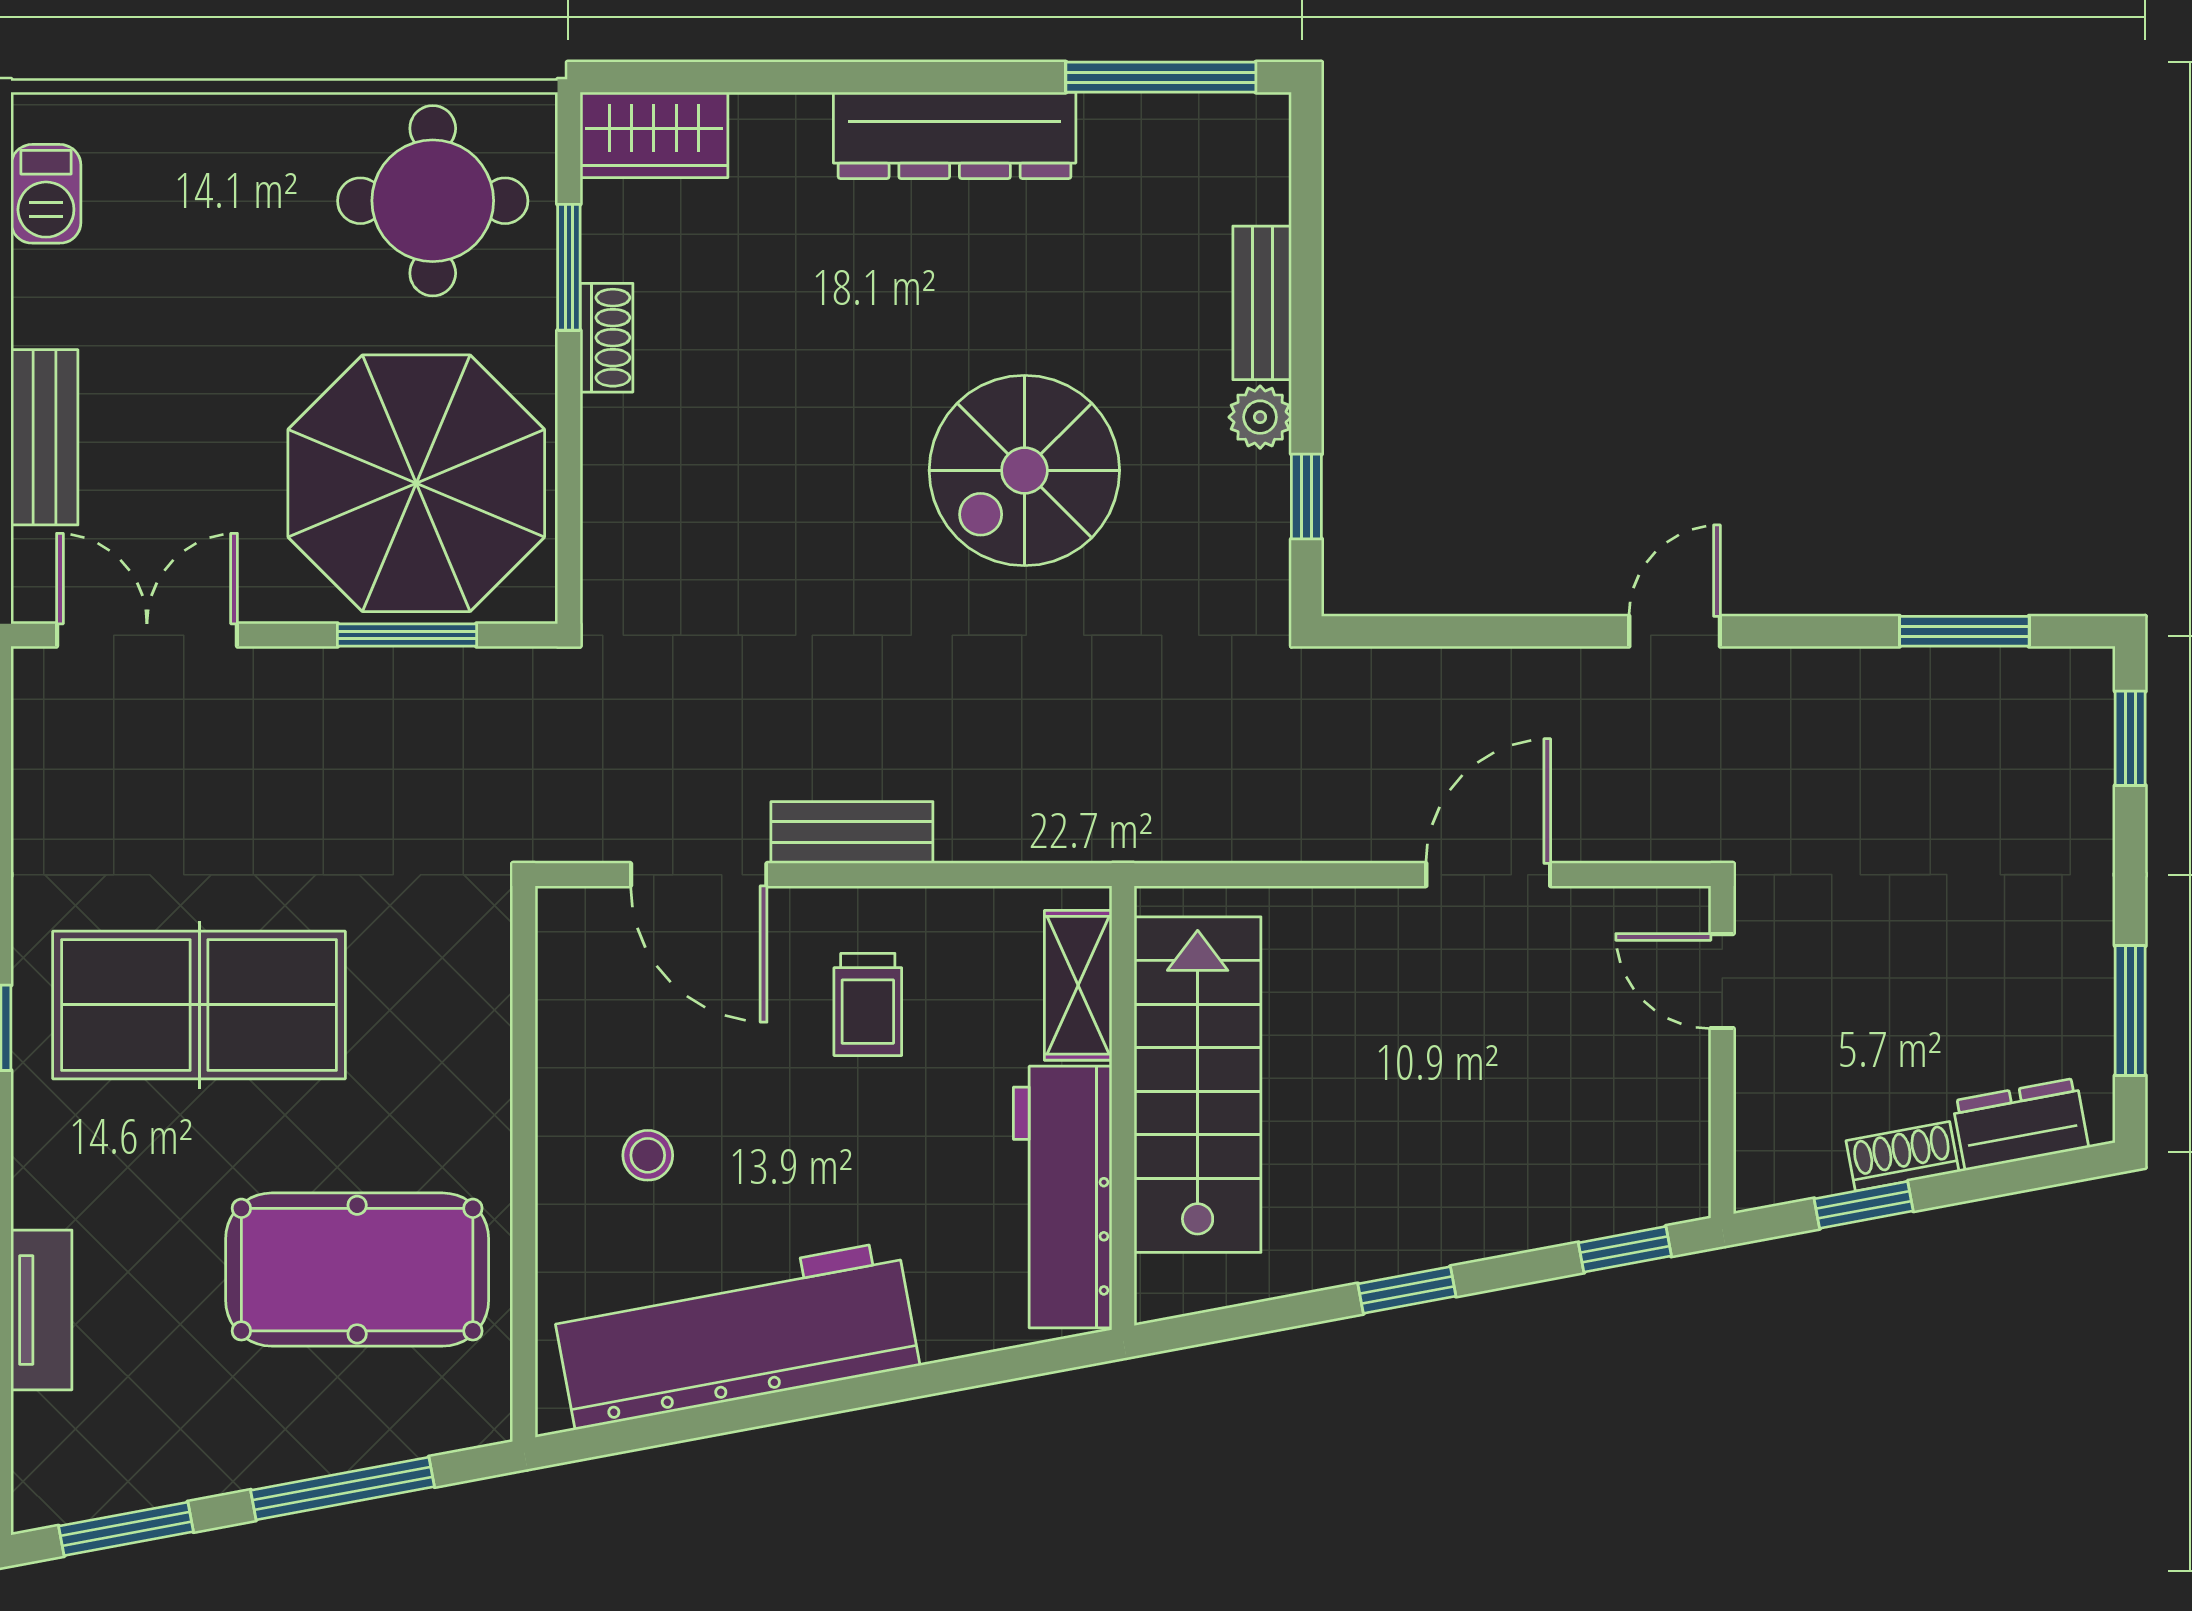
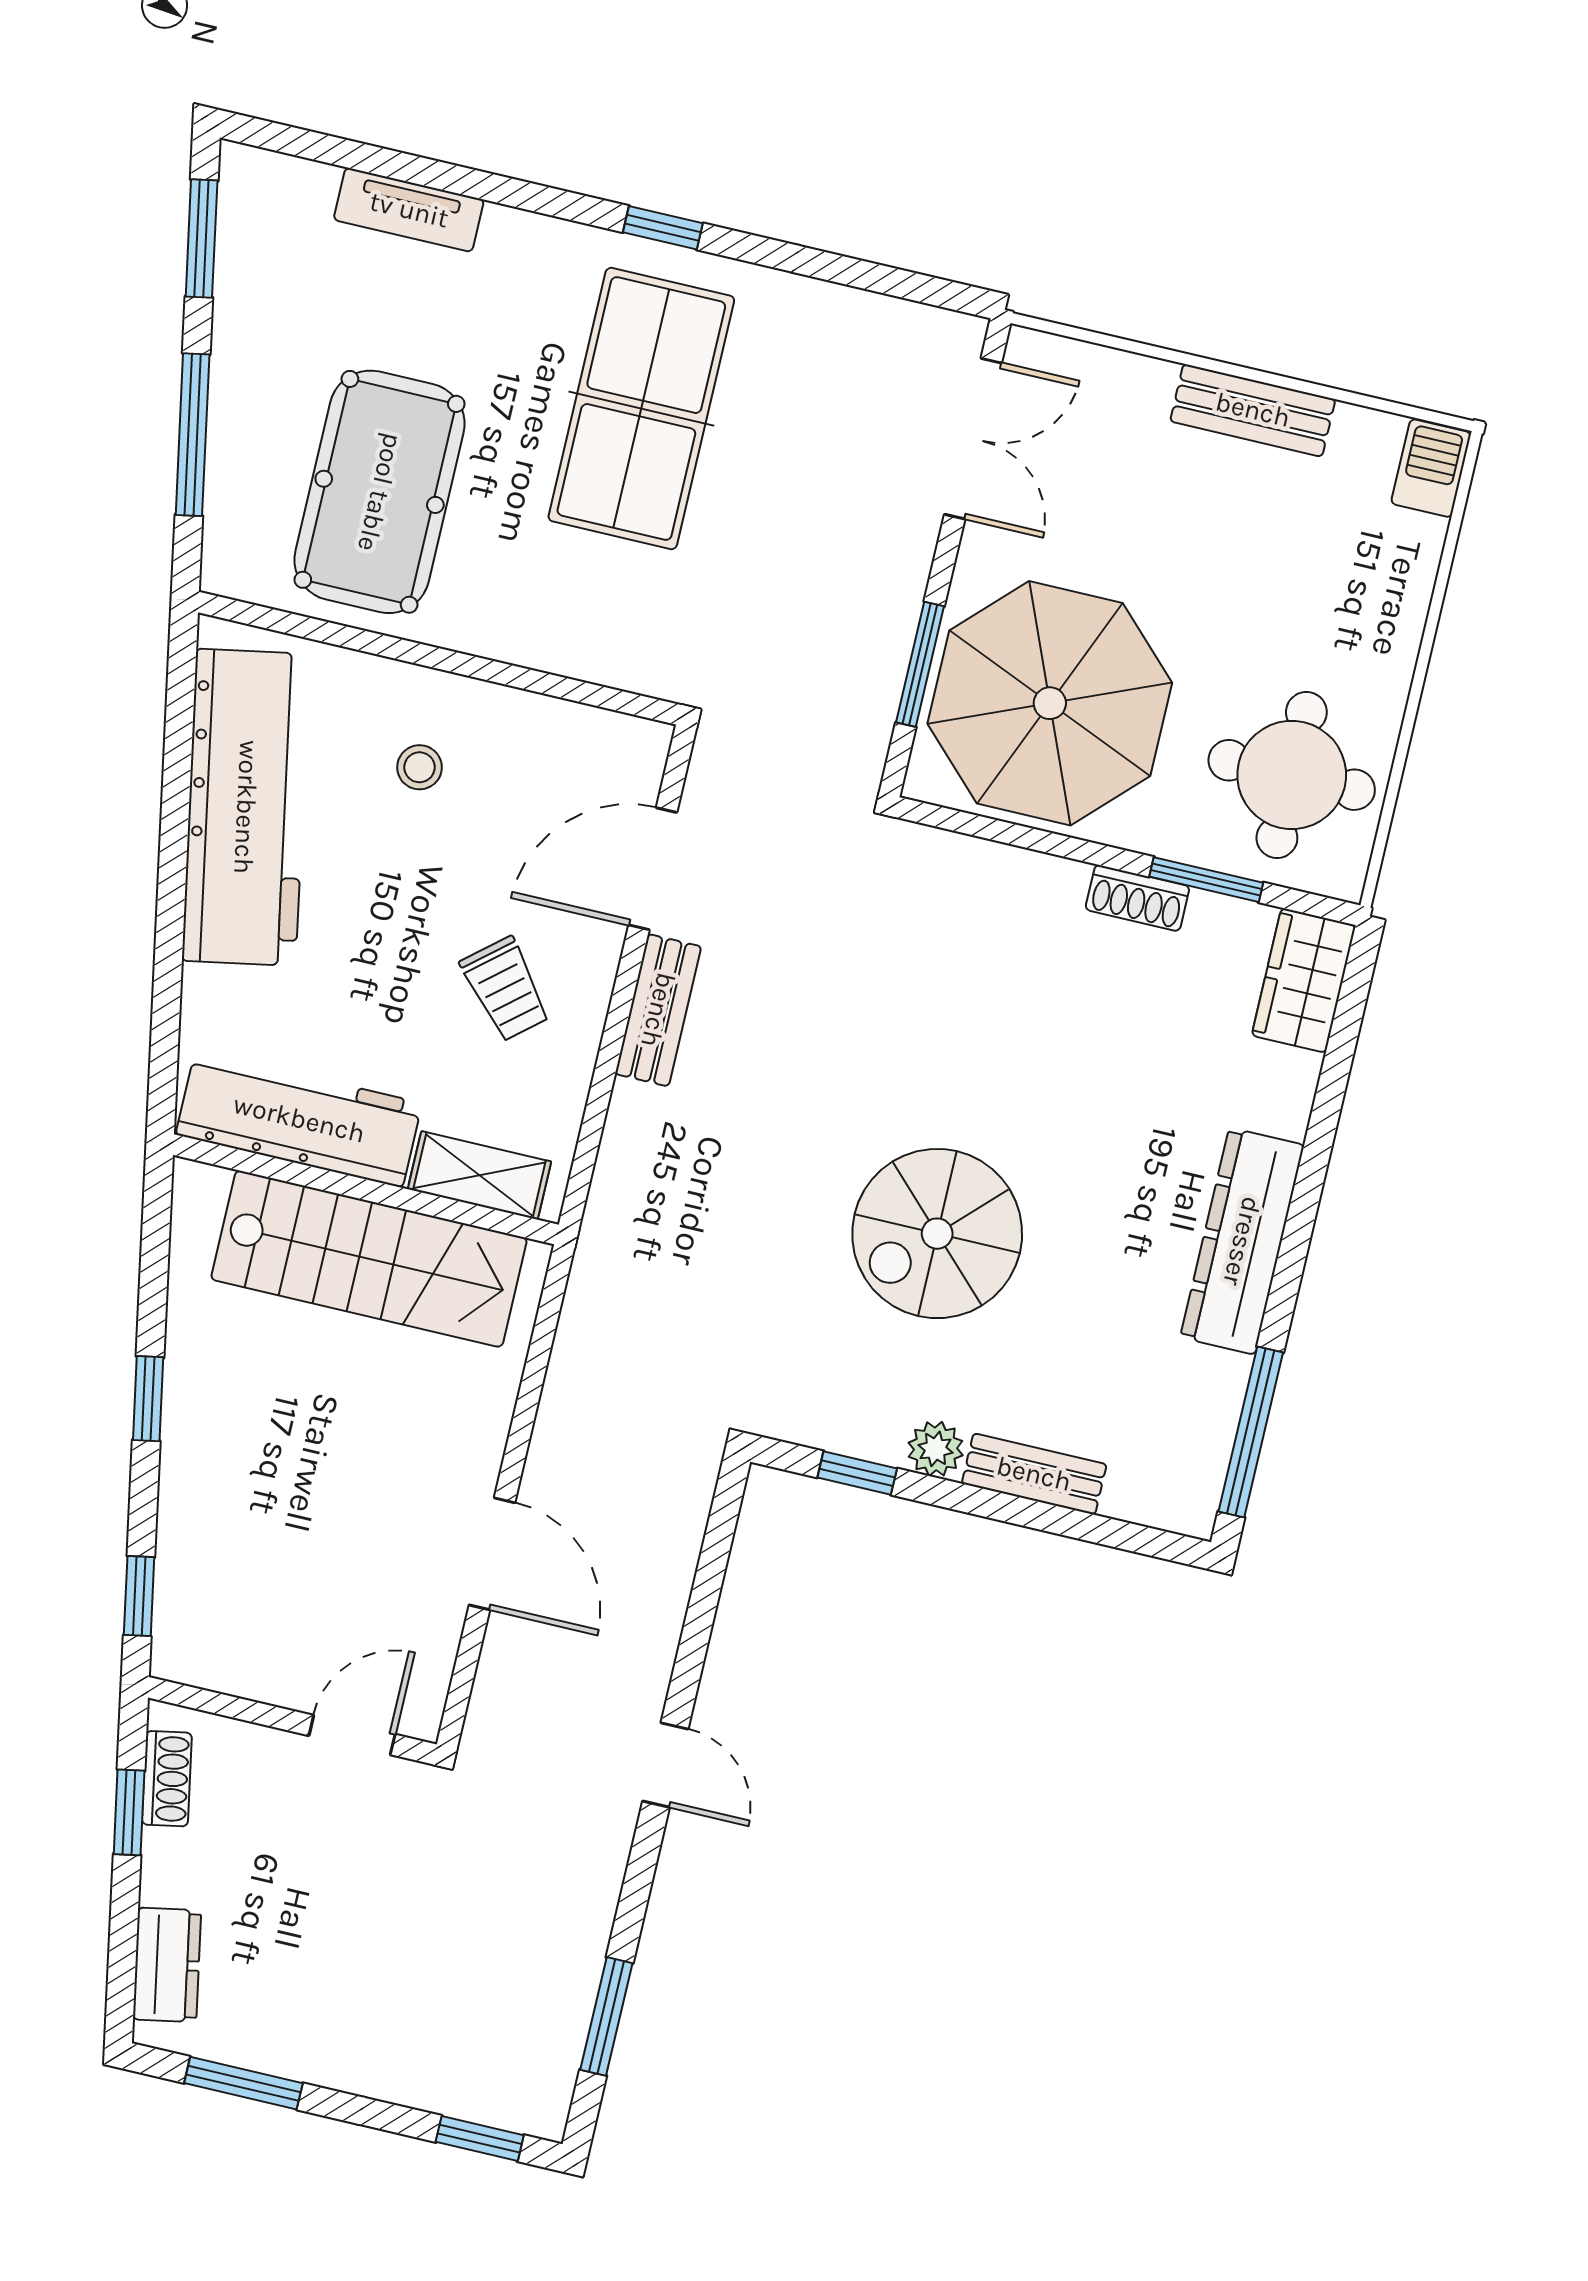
barbecue: (46, 194) -> (1431, 468), moved, turned 90
bench: (44, 437) -> (1253, 410), moved
spiral stairs: (1024, 470) -> (937, 1234), turned -90
trolley: (868, 1004) -> (506, 989), turned -130
shoe rack: (1903, 1156) -> (167, 1779), moved

